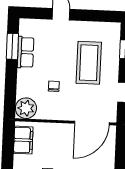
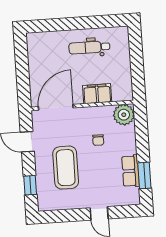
filing cabinet: (23, 140) -> (97, 94), moved, turned 90

